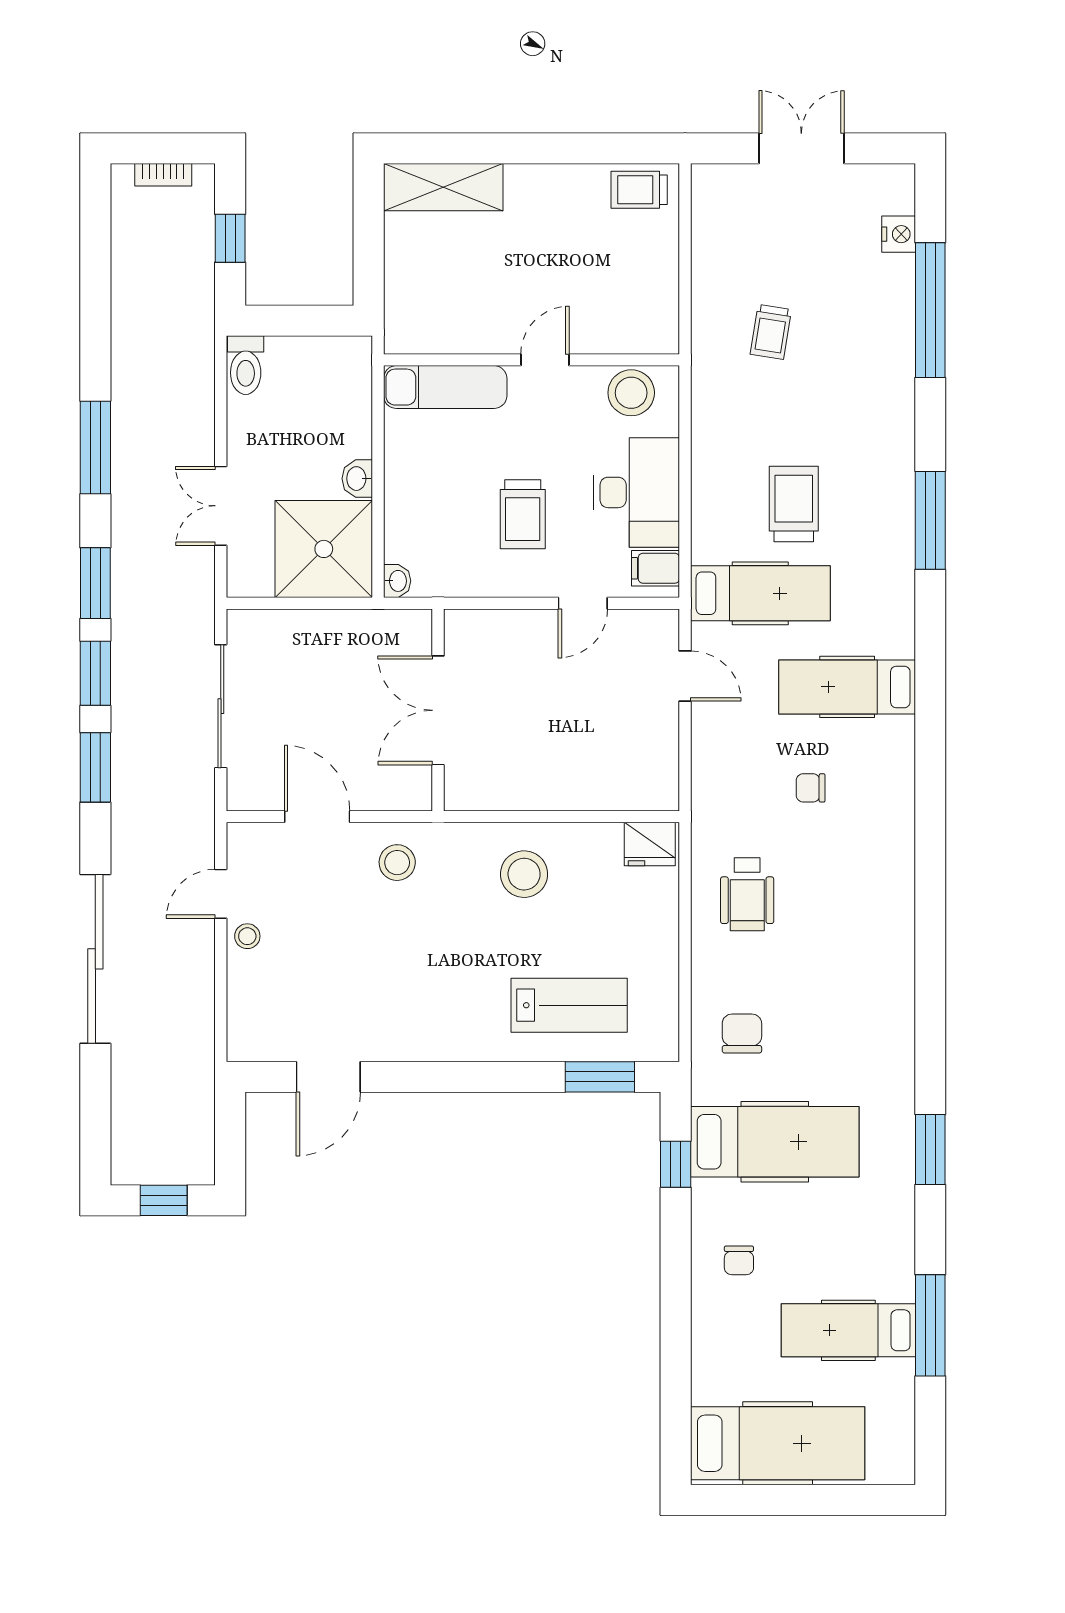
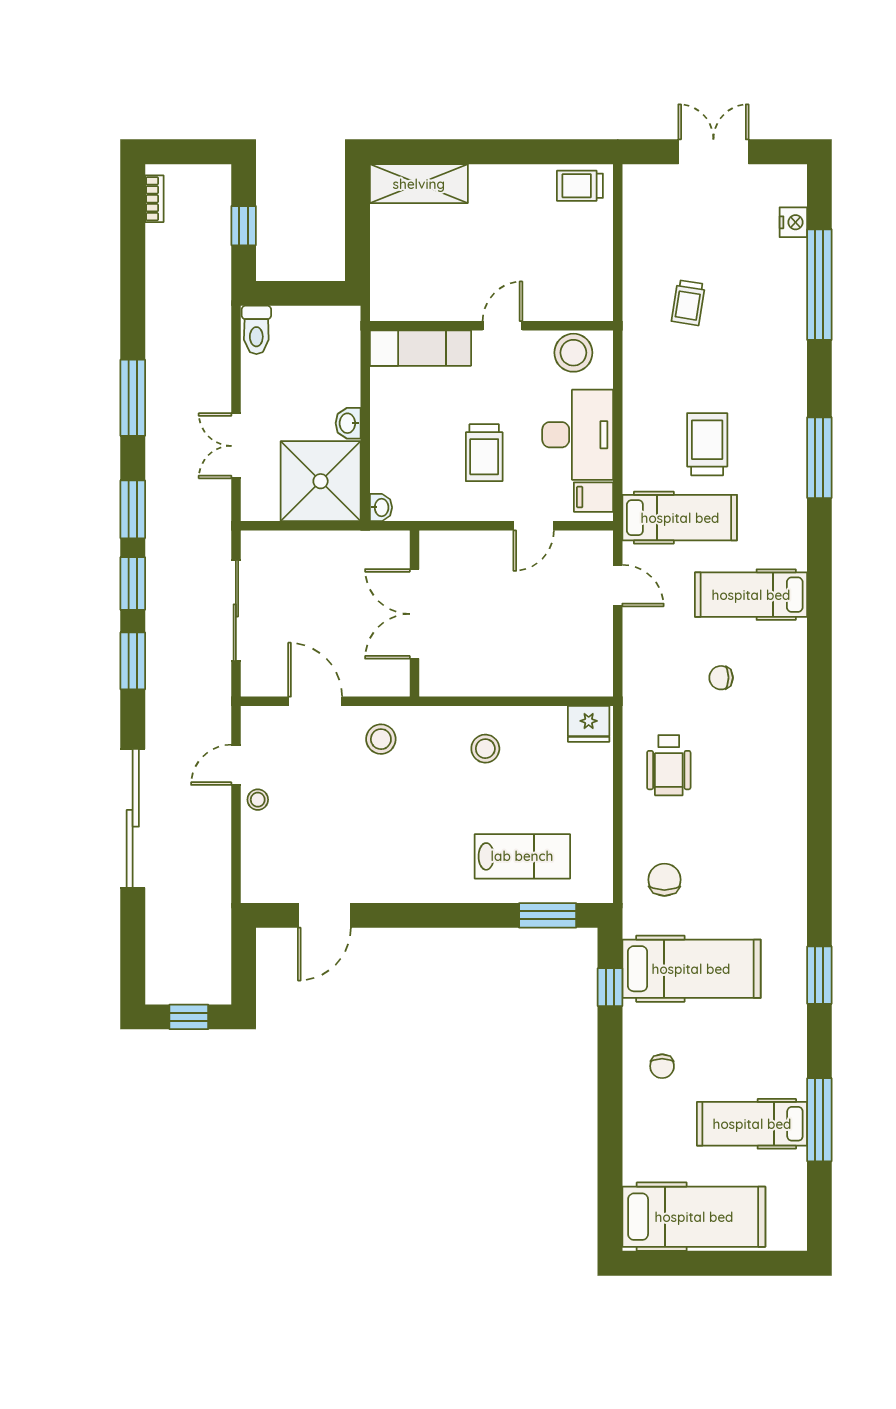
bookcase: (163, 175) -> (154, 199), moved, turned -90
stool: (524, 874) -> (485, 749), width x0.73, depth x0.73

